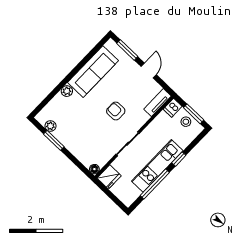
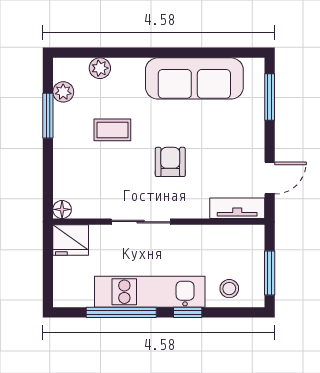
door: (149, 71) -> (270, 178), moved
plant: (67, 91) -> (100, 68), moved
dishwasher: (173, 108) -> (250, 236), removed
coffee table: (83, 121) -> (112, 130), added
stool: (186, 122) -> (229, 289), moved

